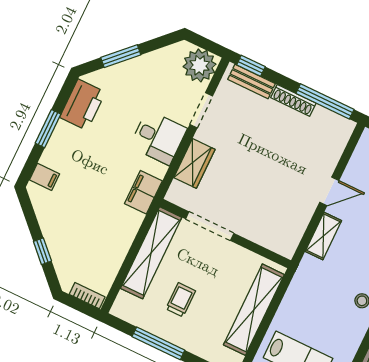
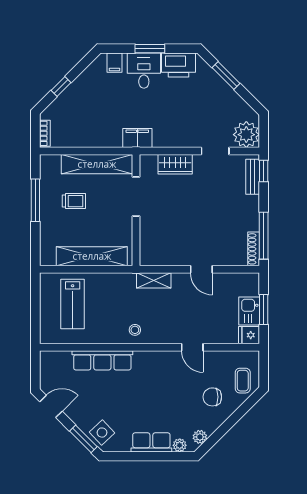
shoe rack: (293, 100) -> (254, 249), moved
desk: (158, 137) -> (144, 71), moved, turned 180
shelving: (323, 236) -> (154, 280), moved

